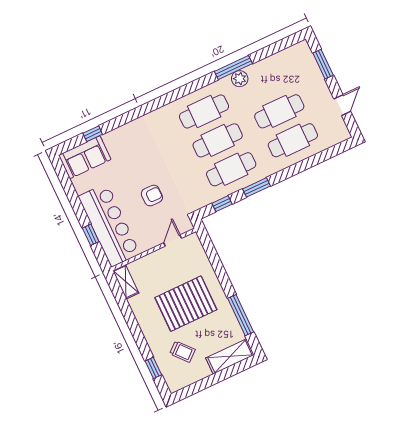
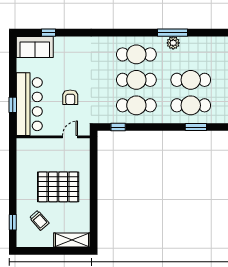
window: (257, 187) -> (196, 127), moved
armchair: (152, 196) -> (70, 97), turned 90
shelving: (126, 282) -> (22, 151), removed
window: (241, 315) -> (94, 214), removed

